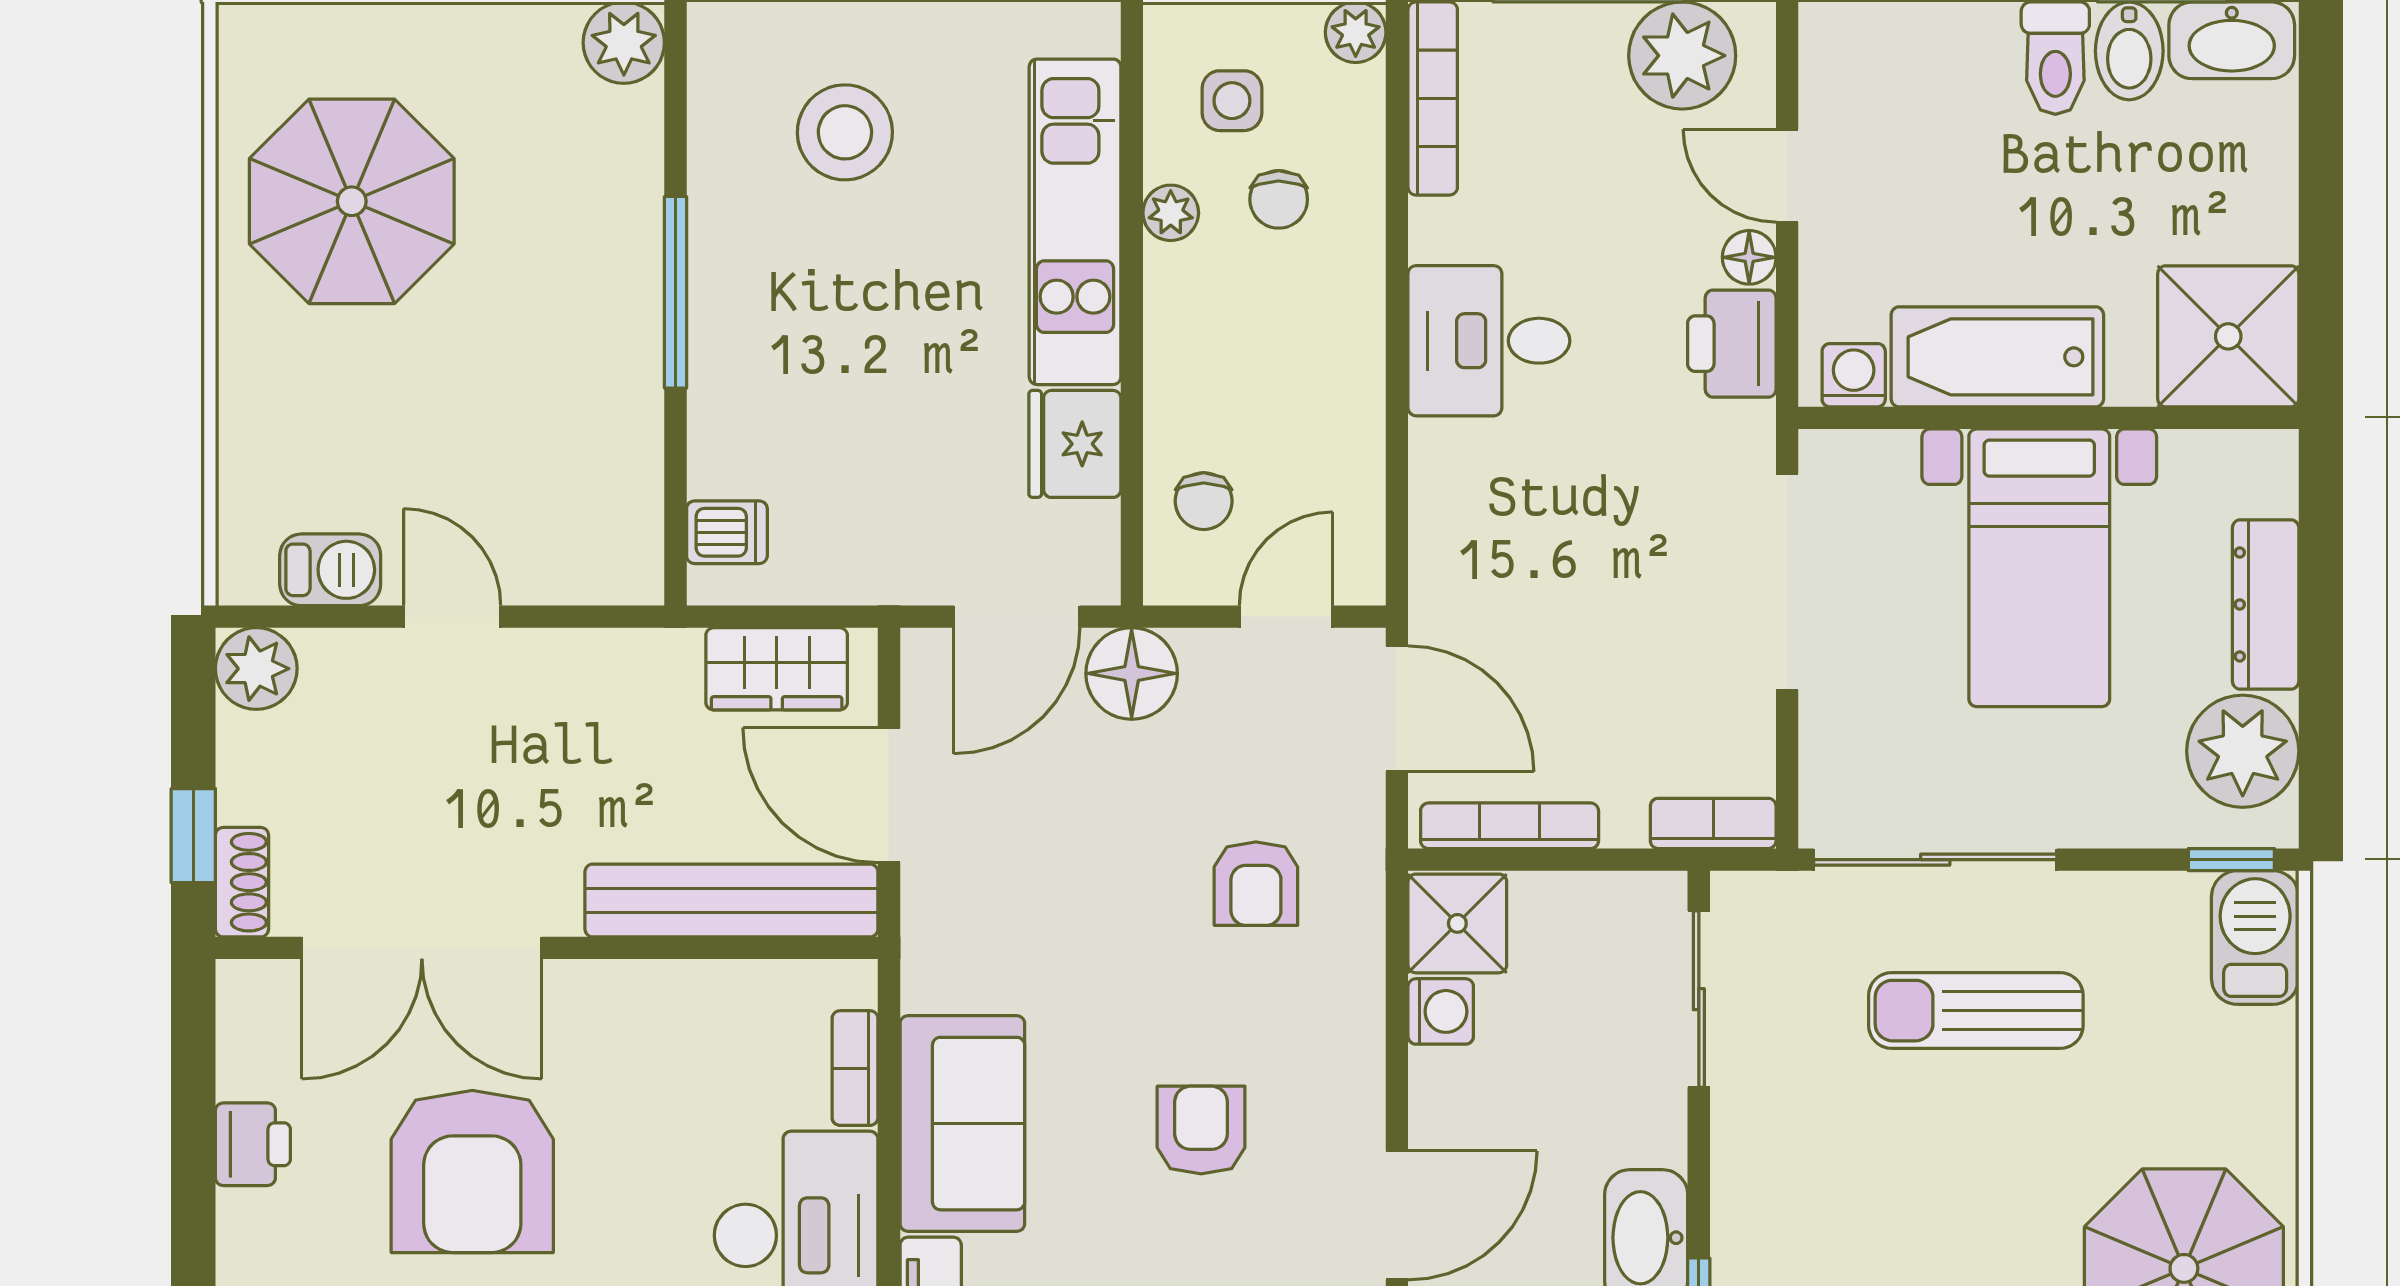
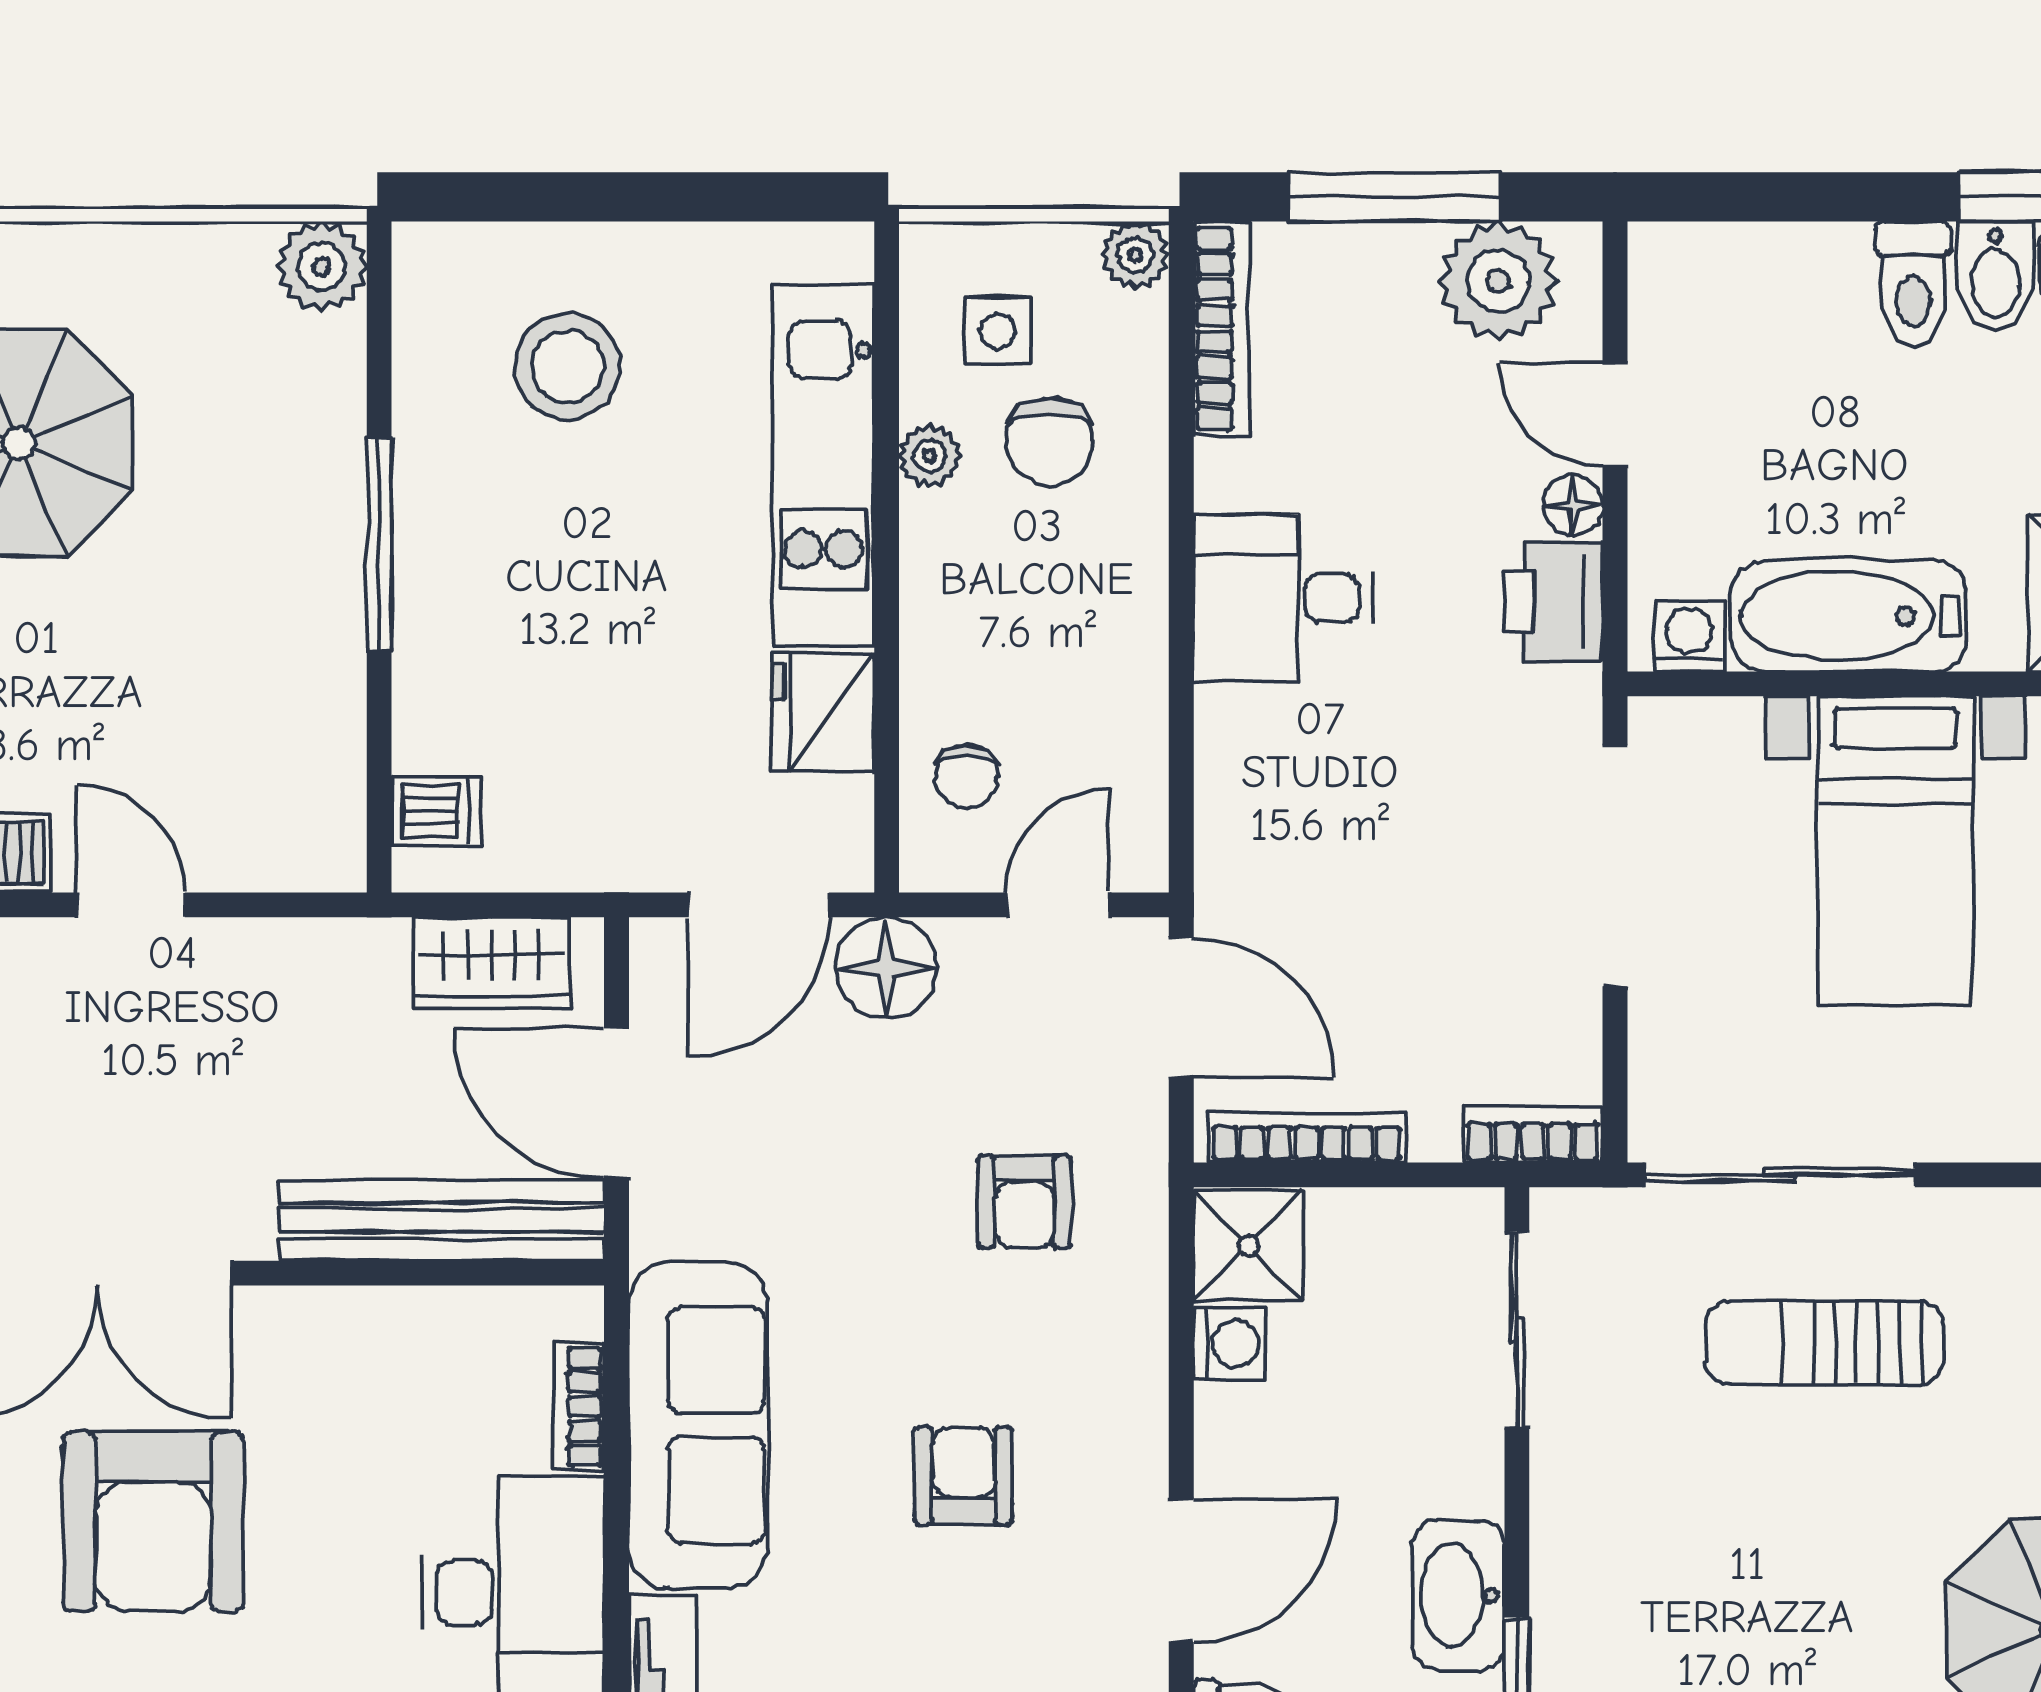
chair: (1279, 199) -> (1050, 441), width x1.37, depth x1.37
sofa: (962, 1124) -> (698, 1425), width x1.36

